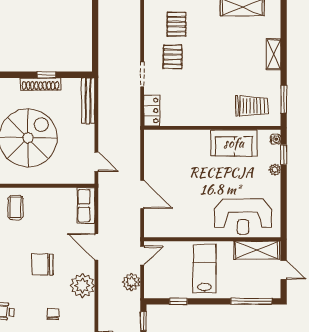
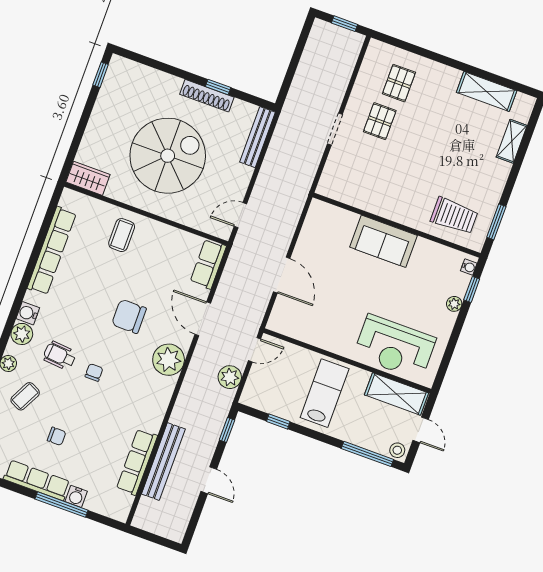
shelving: (274, 54) -> (512, 141), moved
locker: (152, 111) -> (331, 177), removed
sofa: (234, 143) -> (383, 241), moved
door: (96, 162) -> (240, 215), swing flipped
stool: (272, 291) -> (397, 450), added
chair: (53, 314) -> (94, 372), moved

